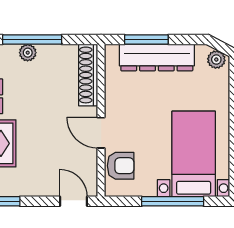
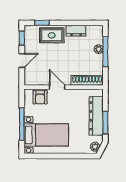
window: (146, 40) -> (105, 123), moved
door: (101, 133) -> (57, 87), hinge flipped
door: (74, 201) -> (22, 60), moved

